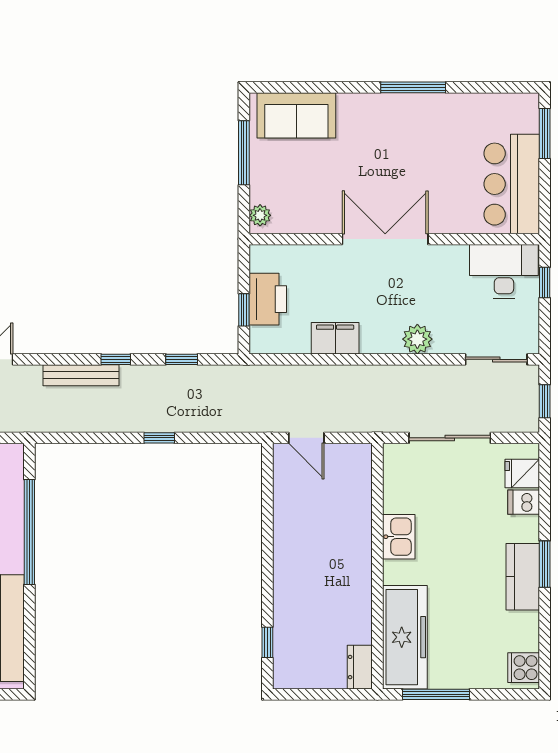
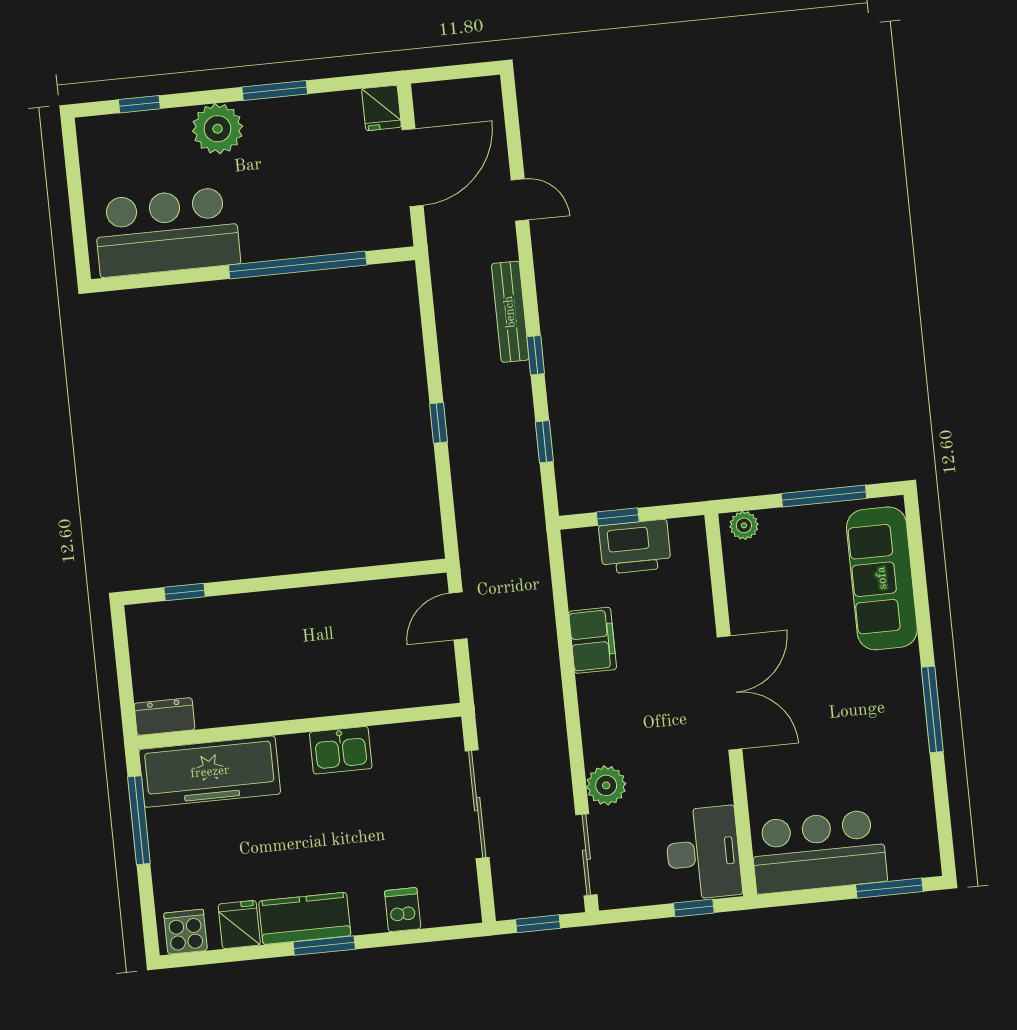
sofa: (296, 115) -> (882, 578), width x1.36
plant: (417, 339) -> (606, 785), moved
fridge: (522, 473) -> (239, 924), moved

